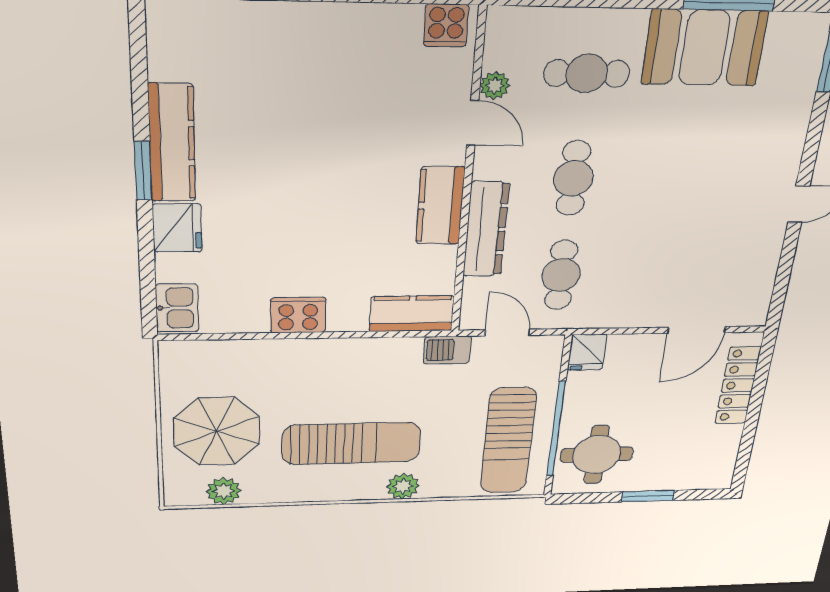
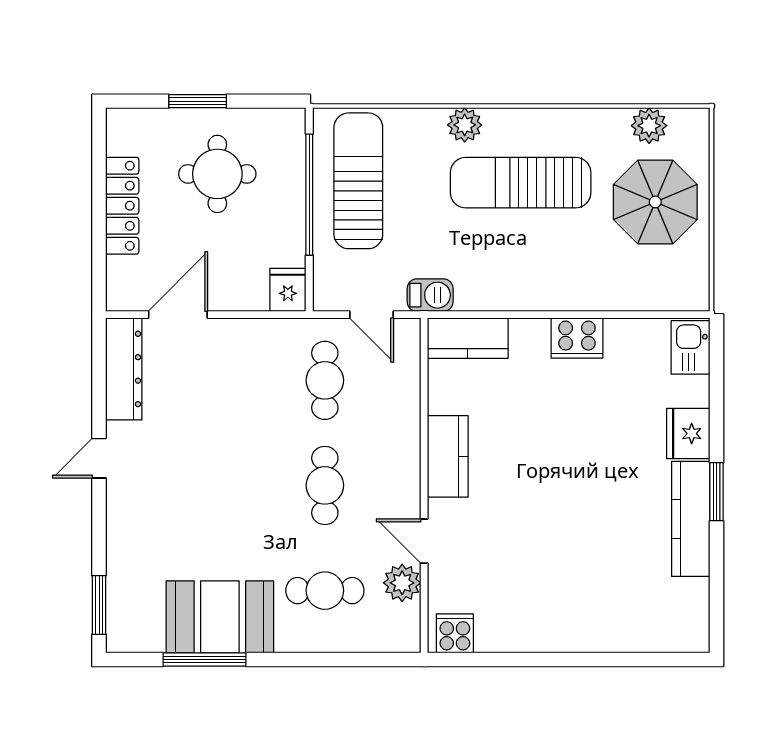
plant: (495, 86) -> (402, 583), width x1.38, depth x1.38
dresser: (486, 229) -> (124, 369), moved, turned 180
locker: (738, 385) -> (122, 206), moved
round table: (597, 455) -> (217, 174), moved

